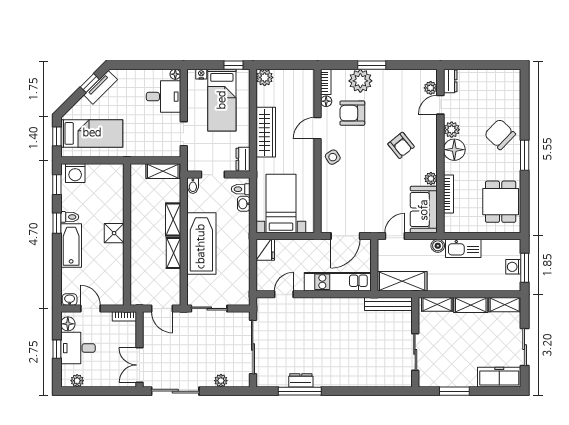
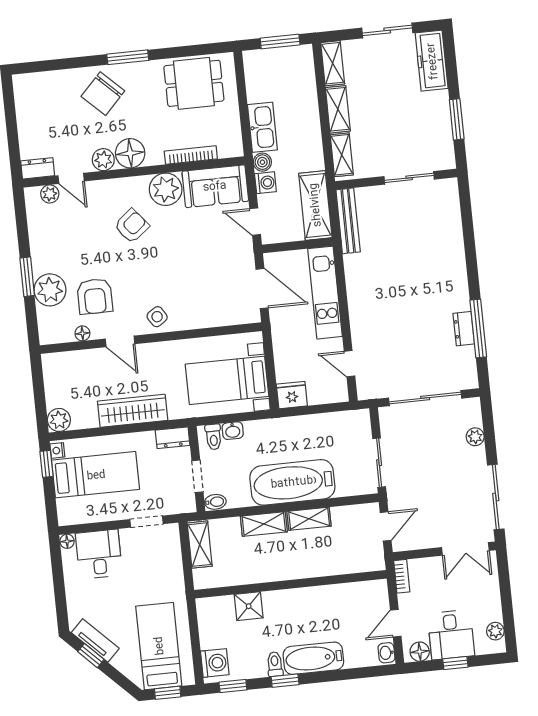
nightstand: (201, 74) -> (57, 450), moved
bookcase: (326, 82) -> (56, 337), removed
plant: (431, 179) -> (166, 189), width x1.88, depth x1.88
shower: (114, 233) -> (249, 606), moved
washing machine: (513, 267) -> (265, 183), moved, turned -90

